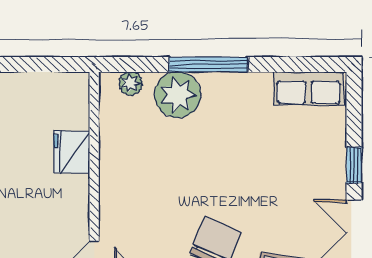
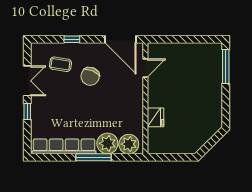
plant: (131, 83) -> (129, 144), width x1.88, depth x1.88
row of seats: (309, 88) -> (64, 146), width x2.02

